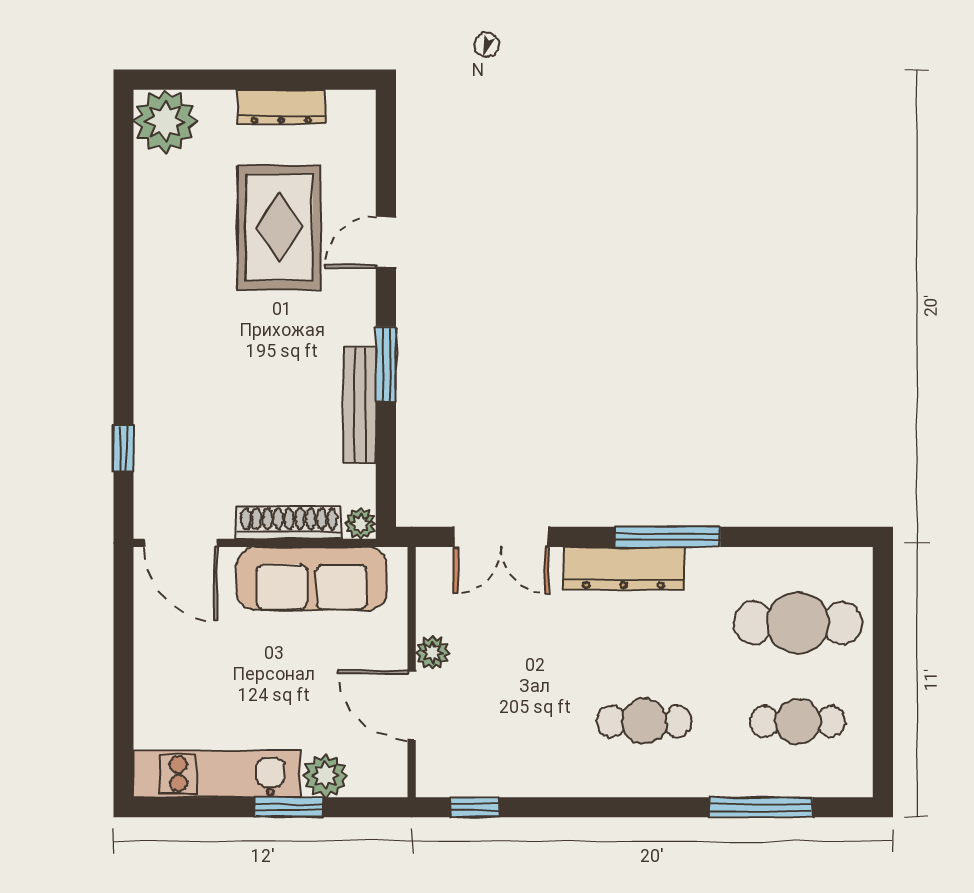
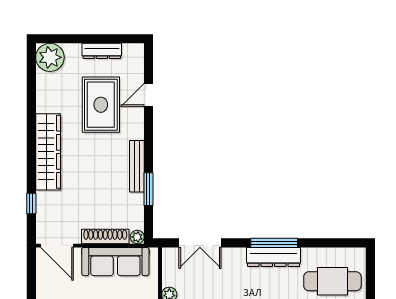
door: (386, 242) -> (148, 95), moved
wardrobe: (161, 333) -> (48, 152), added
window: (386, 364) -> (148, 189), moved
bench: (360, 405) -> (137, 166), moved
dresser: (624, 568) -> (273, 257), moved

